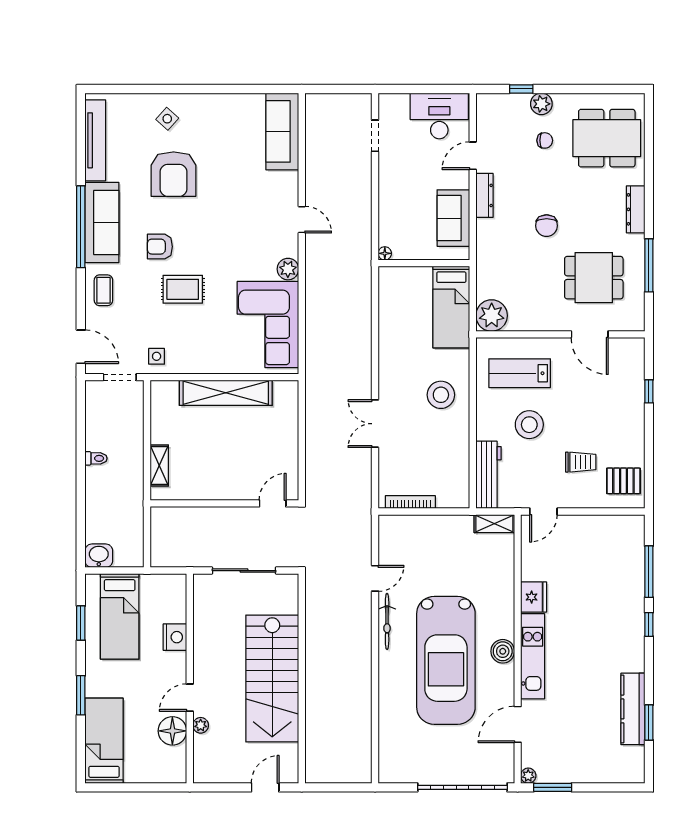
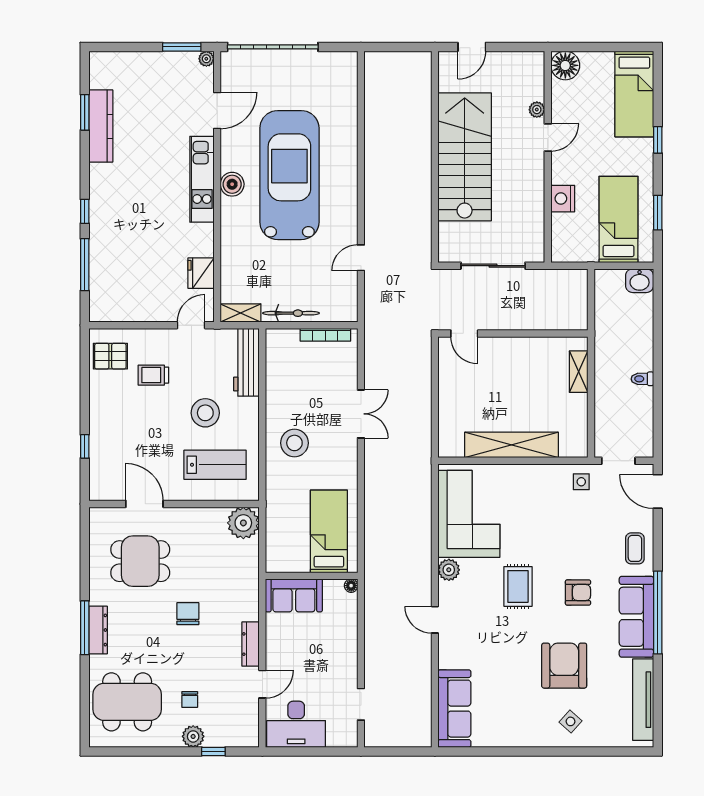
chair: (545, 140) -> (190, 699), turned -90
sofa: (453, 218) -> (294, 595), moved, turned 90
window: (649, 265) -> (85, 628), moved
rug: (183, 289) -> (518, 586), moved, turned 90
bed: (451, 307) -> (329, 532), moved
door: (273, 503) -> (464, 333), hinge flipped
fridge: (534, 597) -> (201, 273), moved
bicycle: (387, 621) -> (291, 313), moved, turned 90
window: (81, 695) -> (658, 140), width x0.67
floor lamp: (172, 731) -> (565, 65), moved

